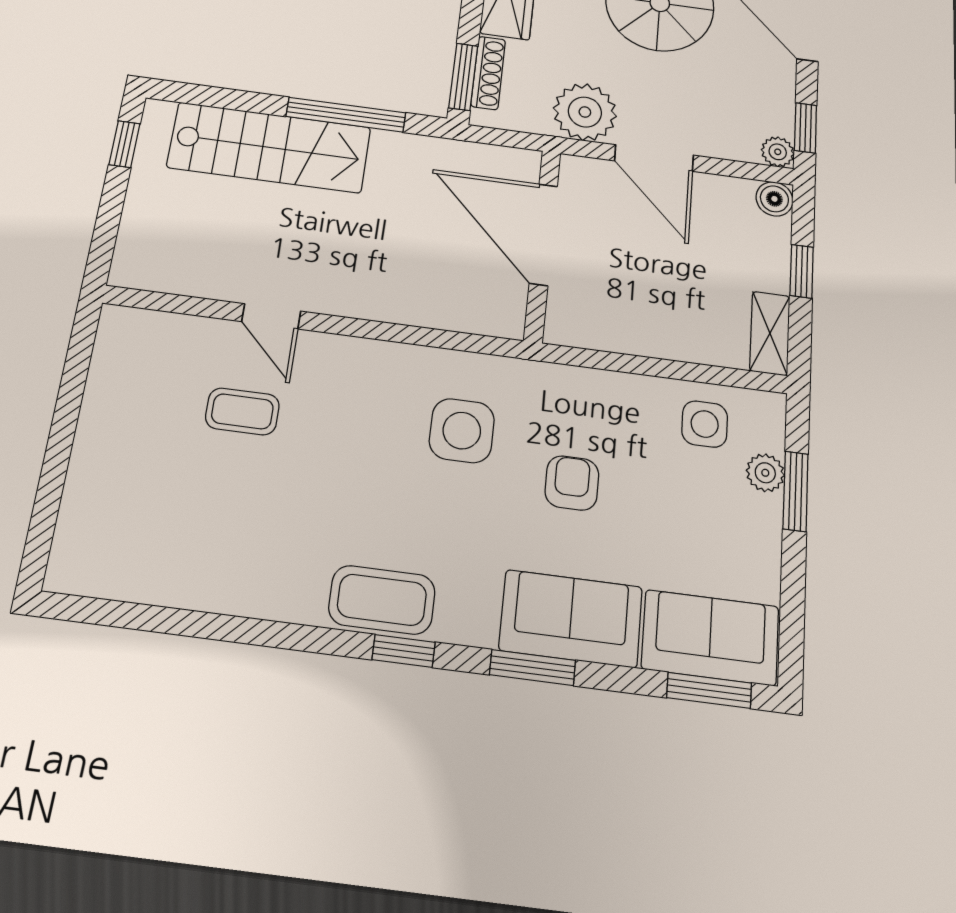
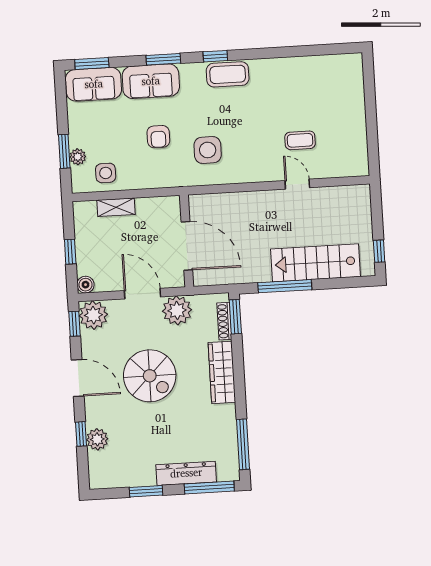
plant: (778, 152) -> (93, 315), width x1.88, depth x1.88
shelving: (770, 333) -> (116, 207), moved, turned 90

